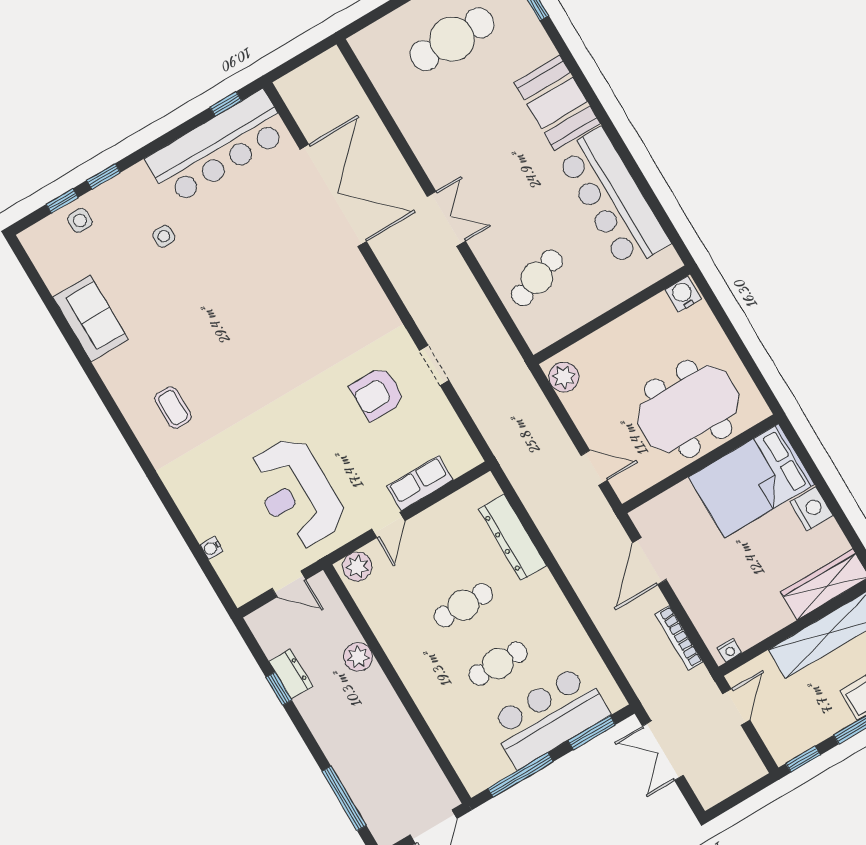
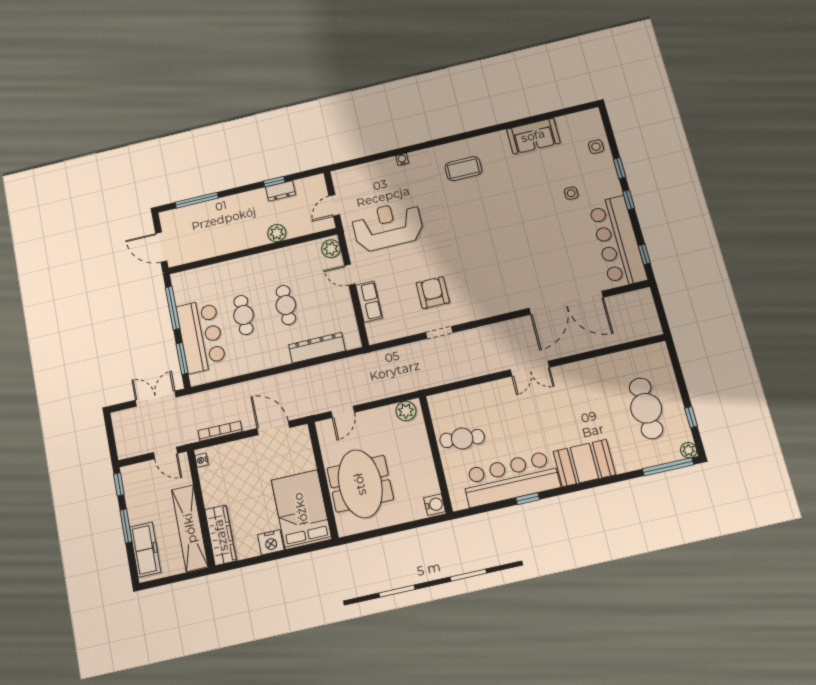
window: (632, 167) -> (528, 499), added
window: (62, 201) -> (629, 200), moved
cafe table: (537, 278) -> (462, 438), moved, turned -65
coffee table: (173, 408) -> (463, 169), width x1.36, depth x1.30
water cooler: (212, 548) -> (402, 159), moved

